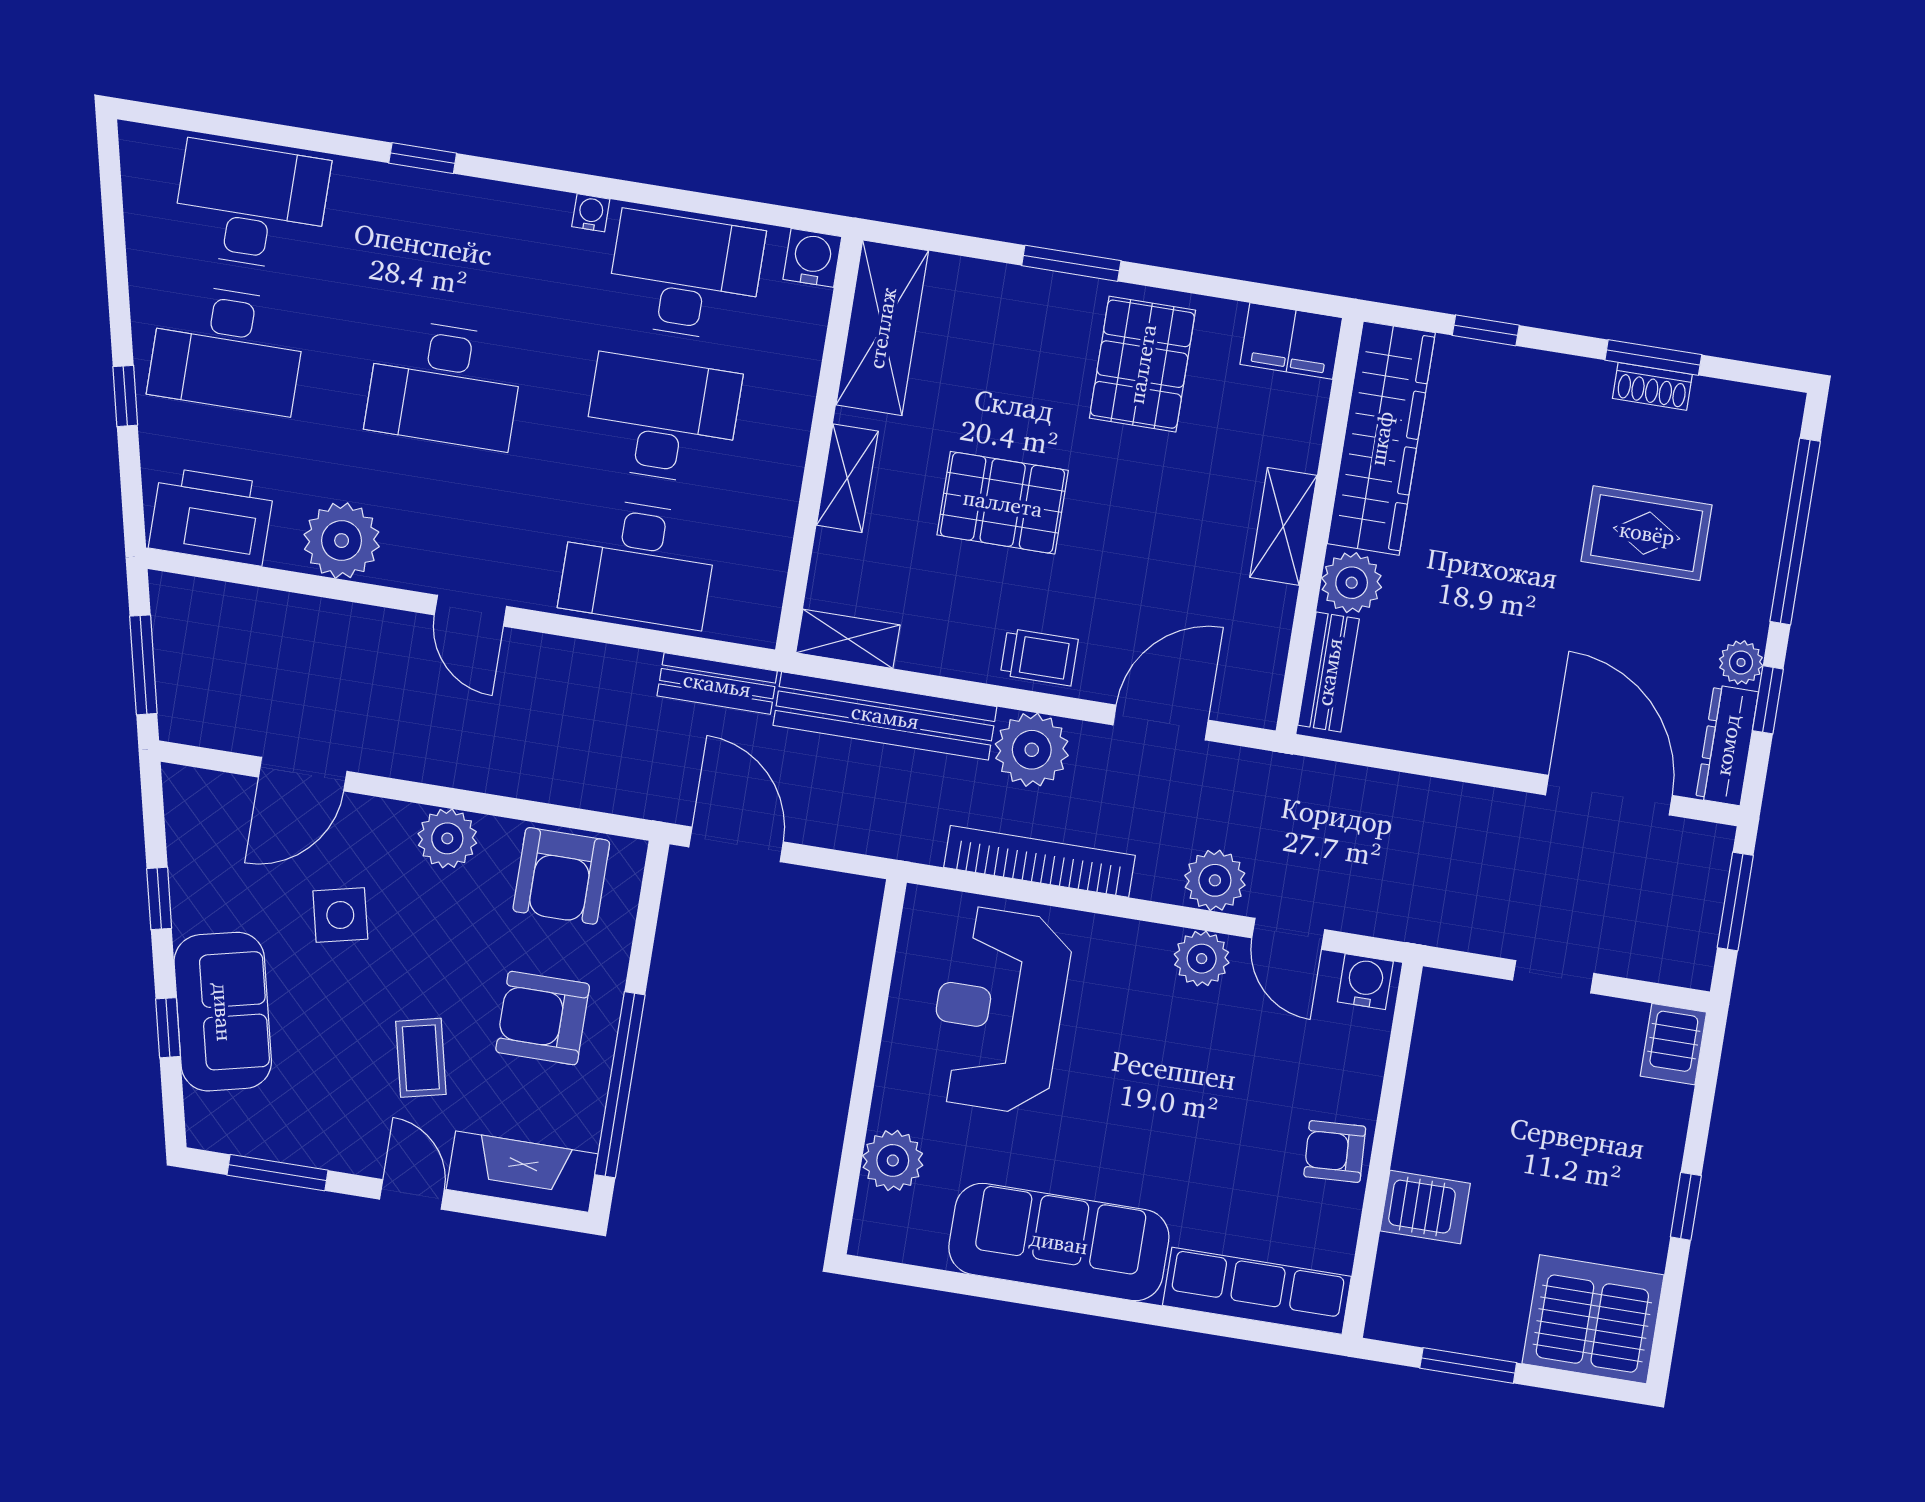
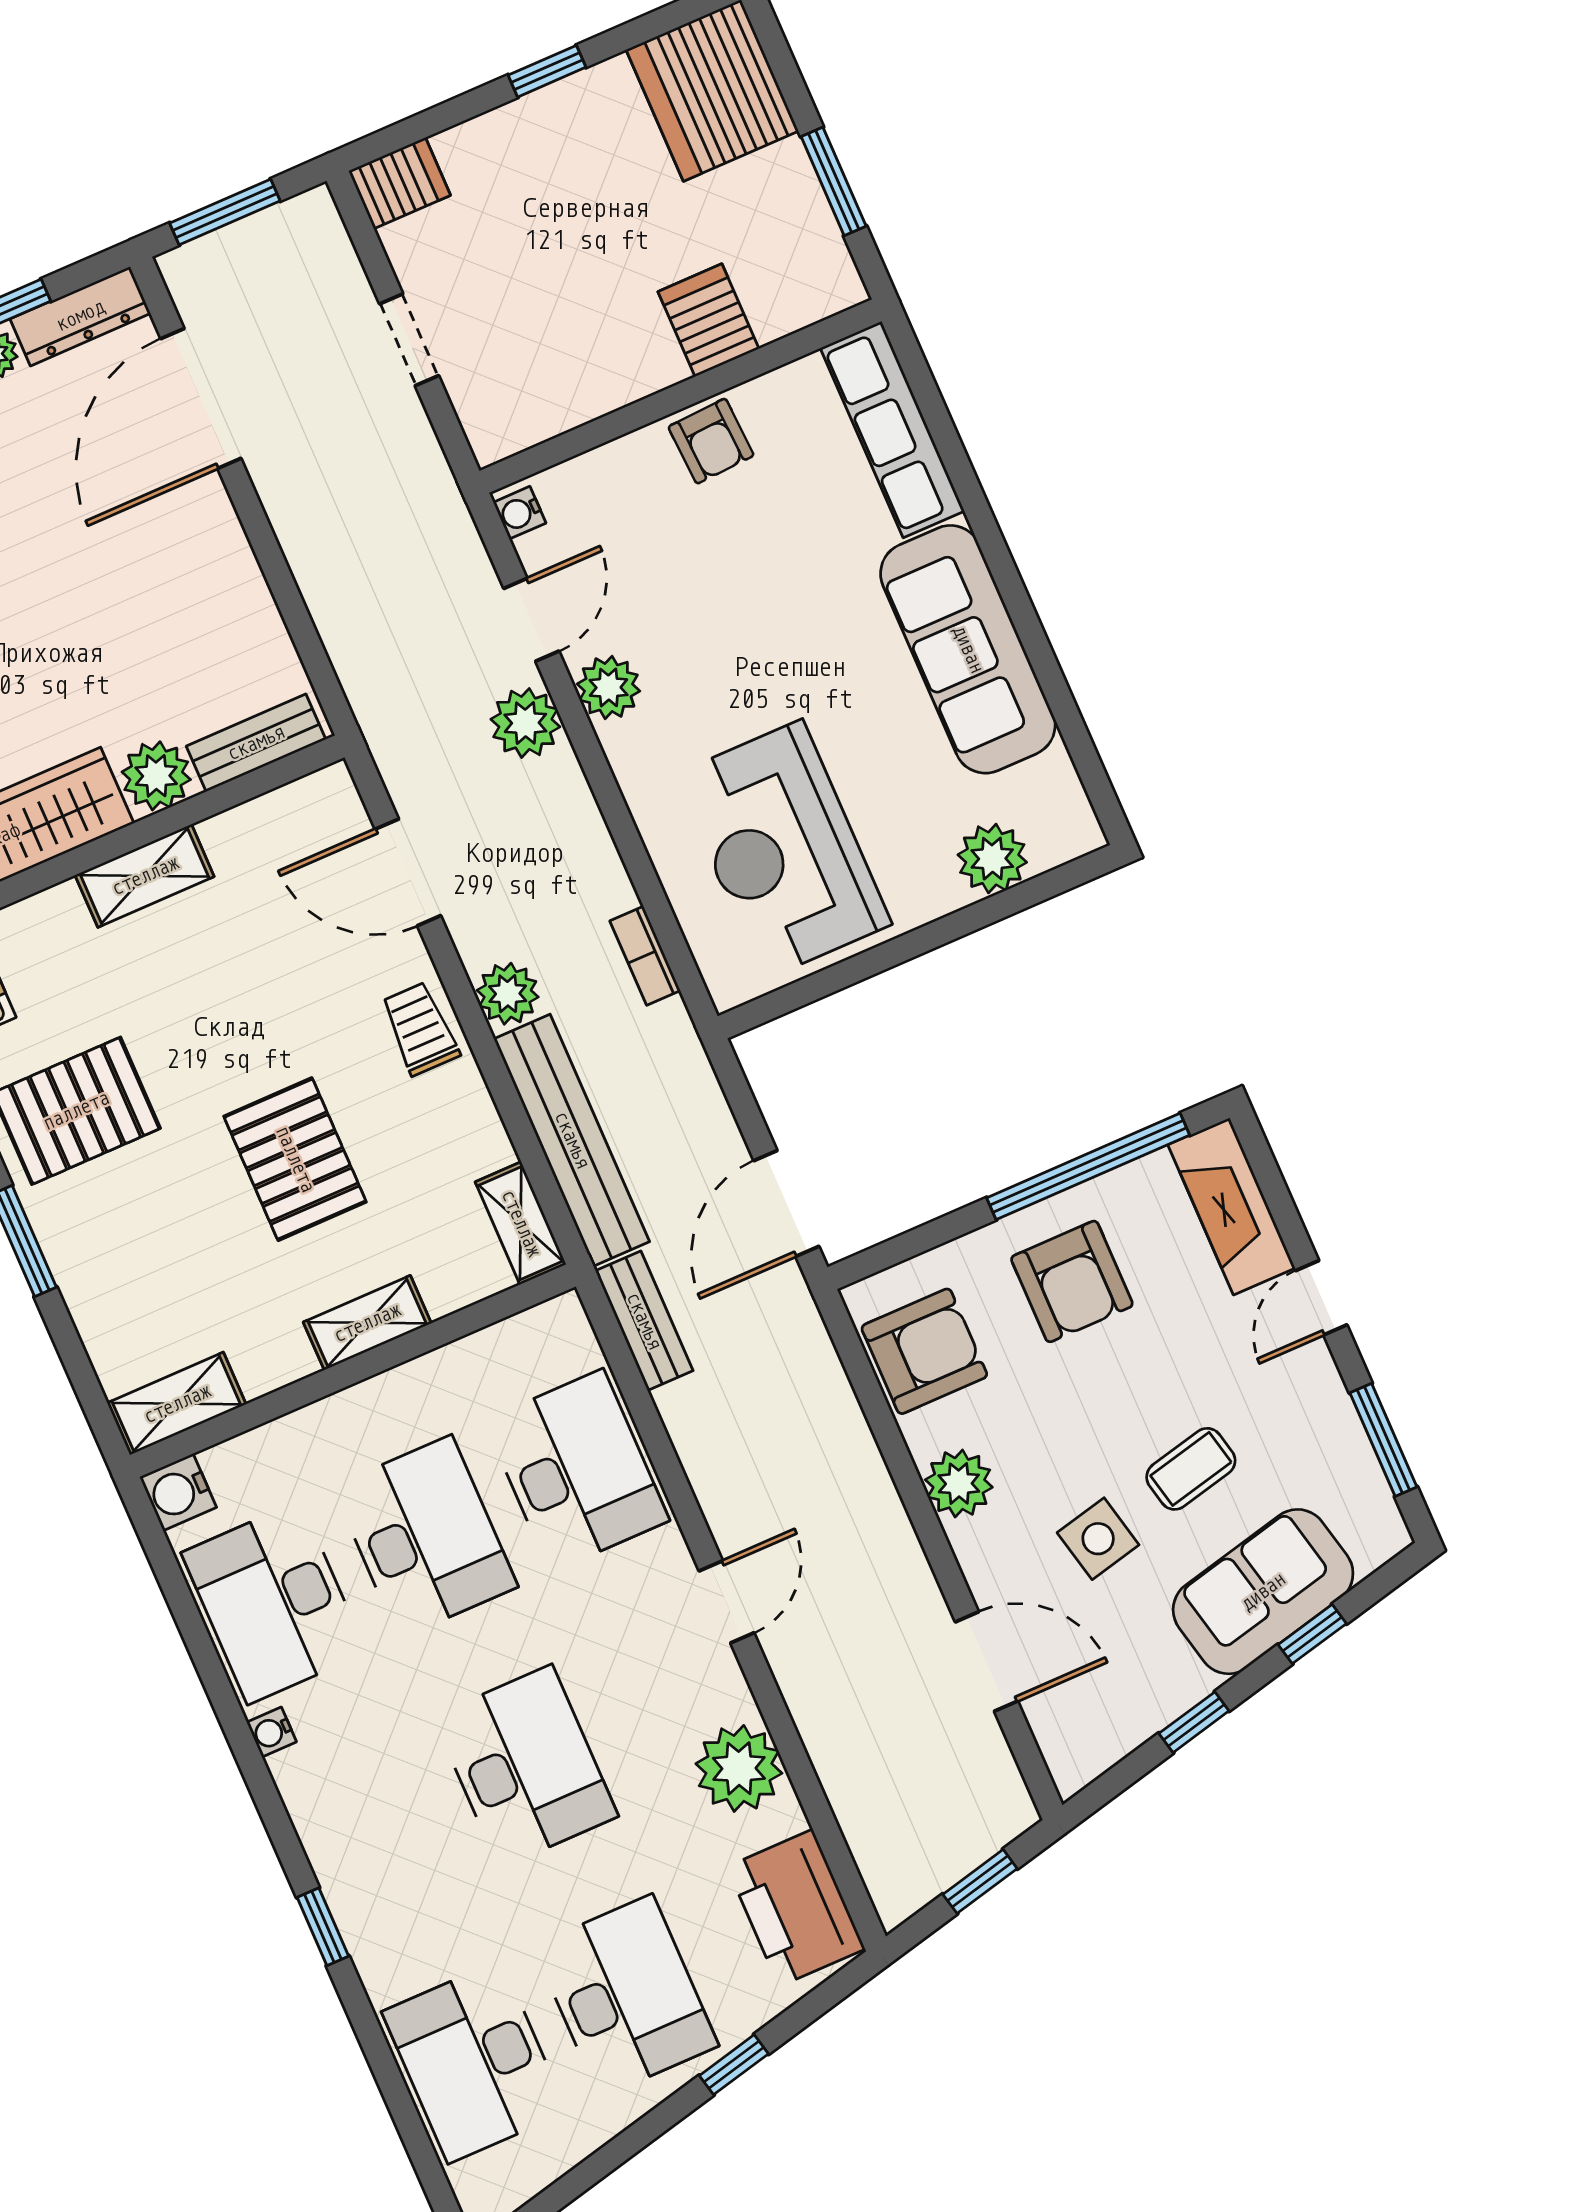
shelving: (882, 328) -> (177, 1404), width x0.67, depth x0.75
desk: (662, 419) -> (425, 1537), turned 180
window: (143, 665) -> (980, 1881), width x0.67
plant: (1032, 750) -> (508, 994), width x0.73, depth x0.73
bookcase: (1039, 861) -> (645, 956), width x0.43, depth x0.76
water cooler: (1365, 982) -> (520, 513), width x0.72, depth x0.72
reception desk: (999, 1010) -> (783, 850), turned 90
coffee table: (421, 1058) -> (1191, 1469), moved

